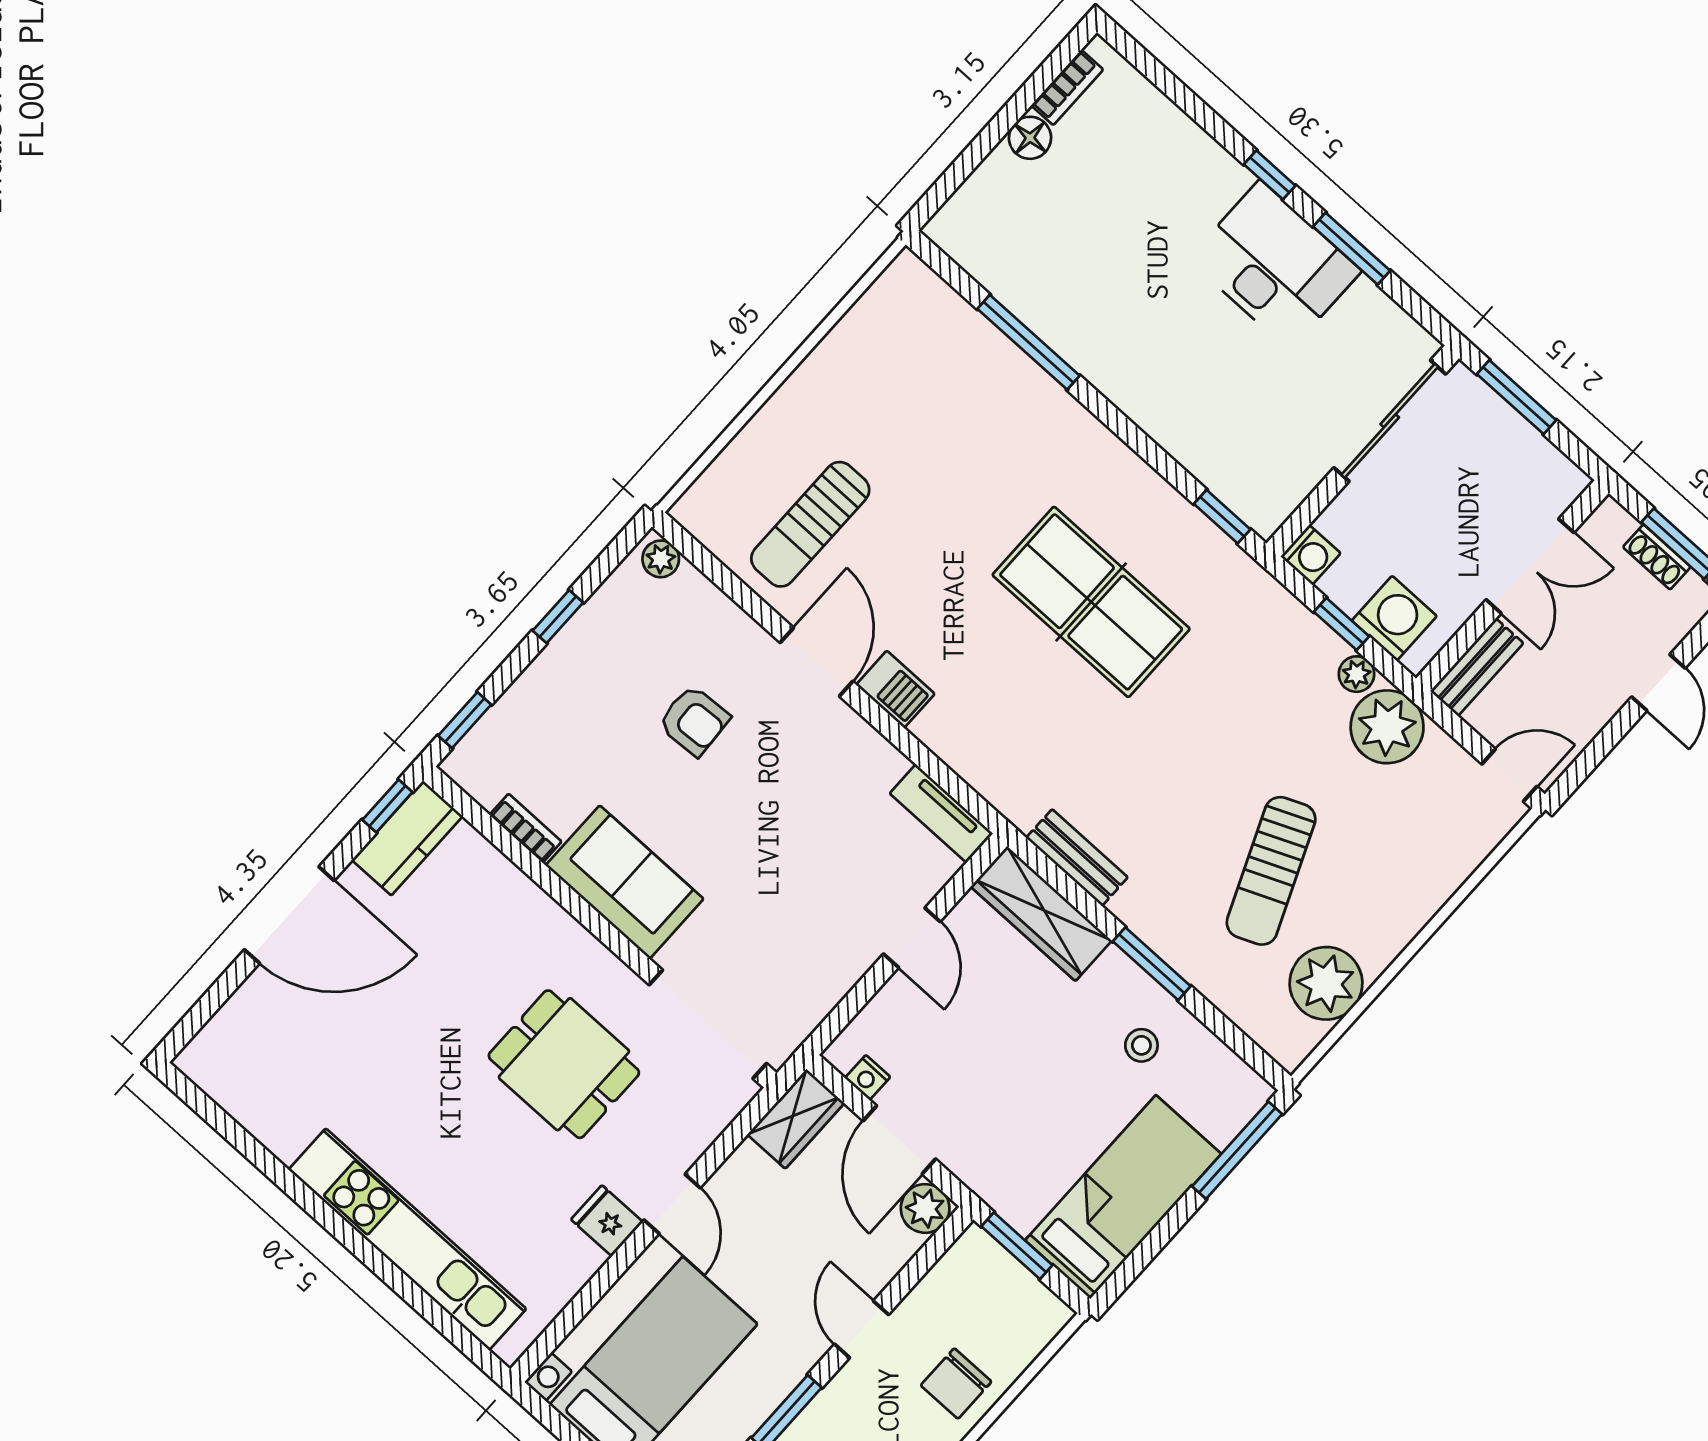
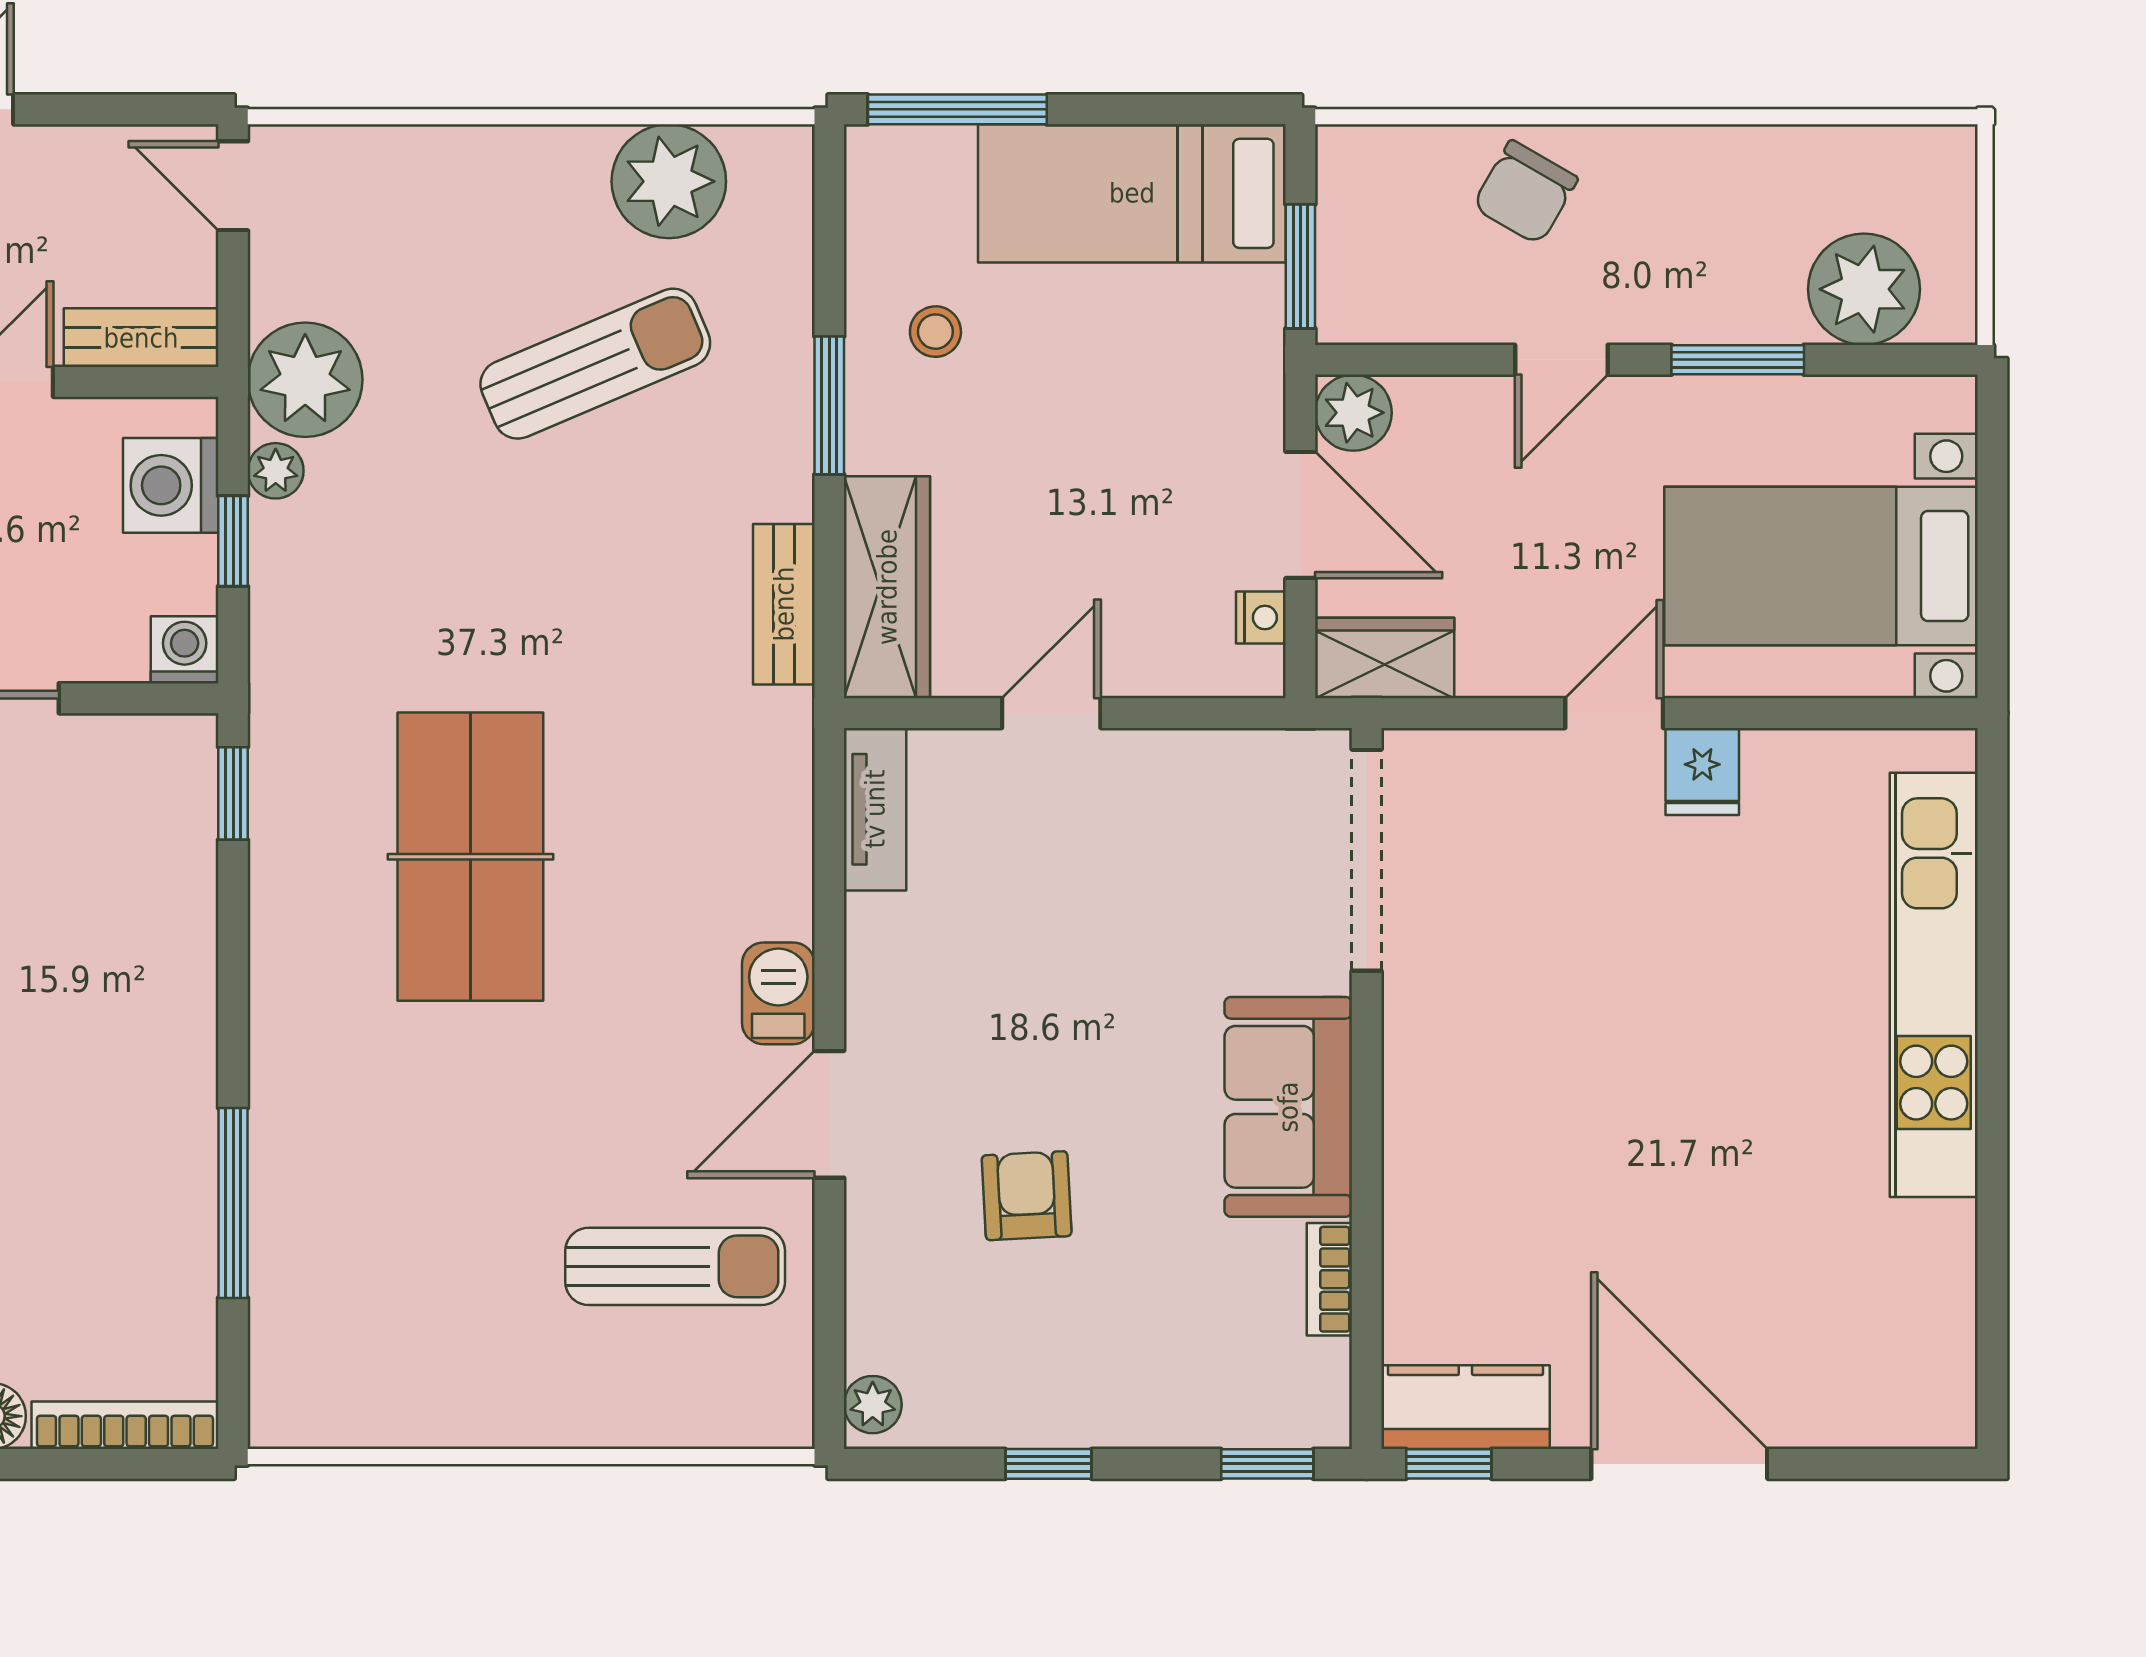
bookcase: (969, 196) -> (125, 1425), added
dining table: (564, 1064) -> (1565, 986), removed
door: (899, 1140) -> (1300, 515), hinge flipped
chair: (956, 1383) -> (1525, 192), turned 120

